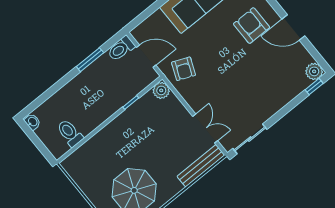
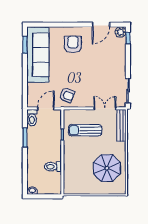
armchair: (251, 26) -> (73, 44), turned 90
door: (293, 27) -> (101, 25), moved
plant: (161, 90) -> (69, 115), removed
sun lounger: (159, 126) -> (85, 130), added
toilet: (70, 133) -> (53, 167), moved

